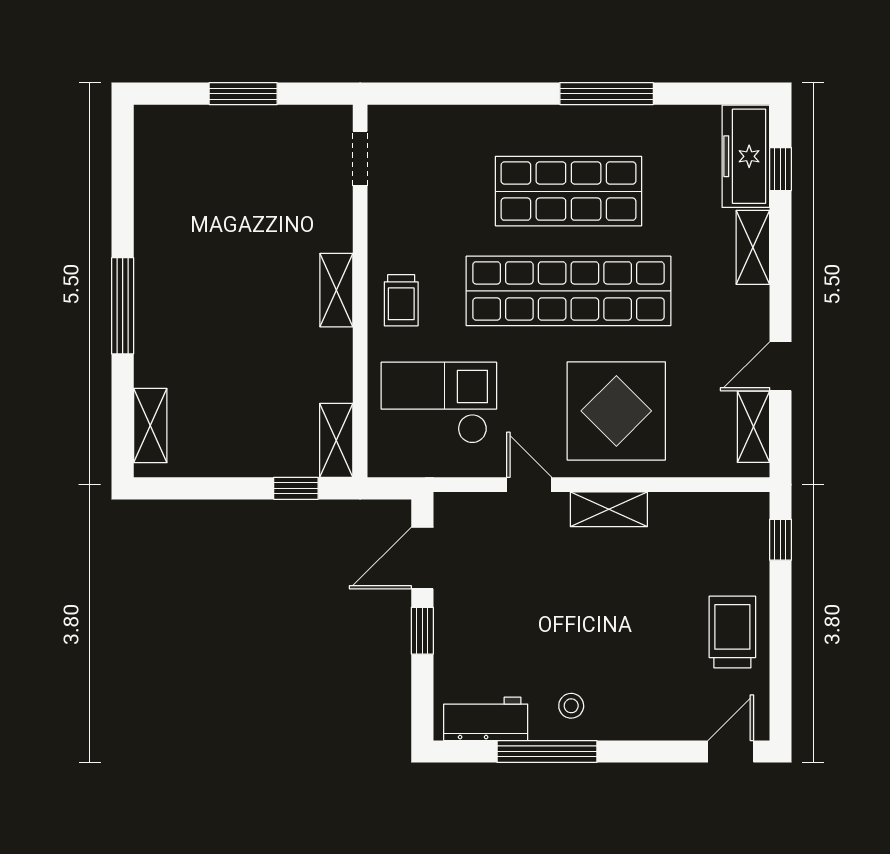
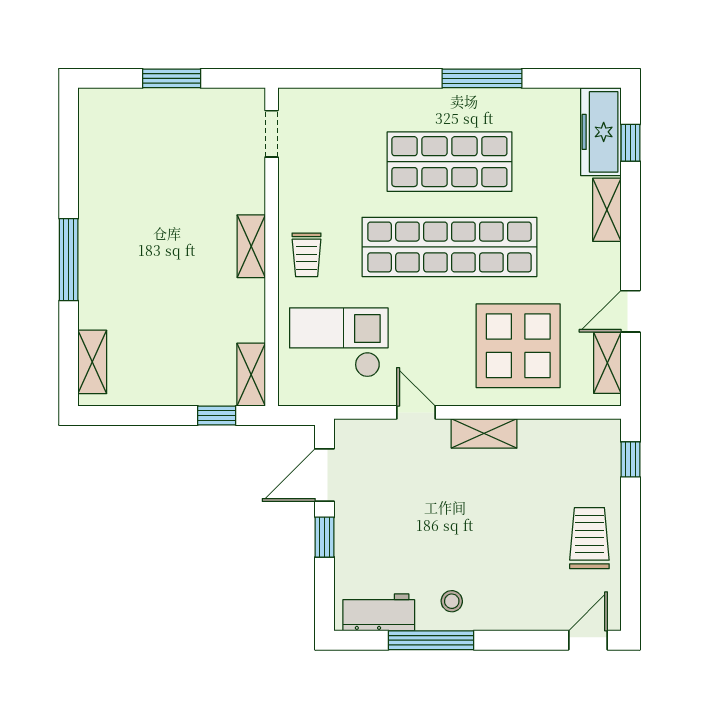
display table: (616, 411) -> (518, 346), moved

